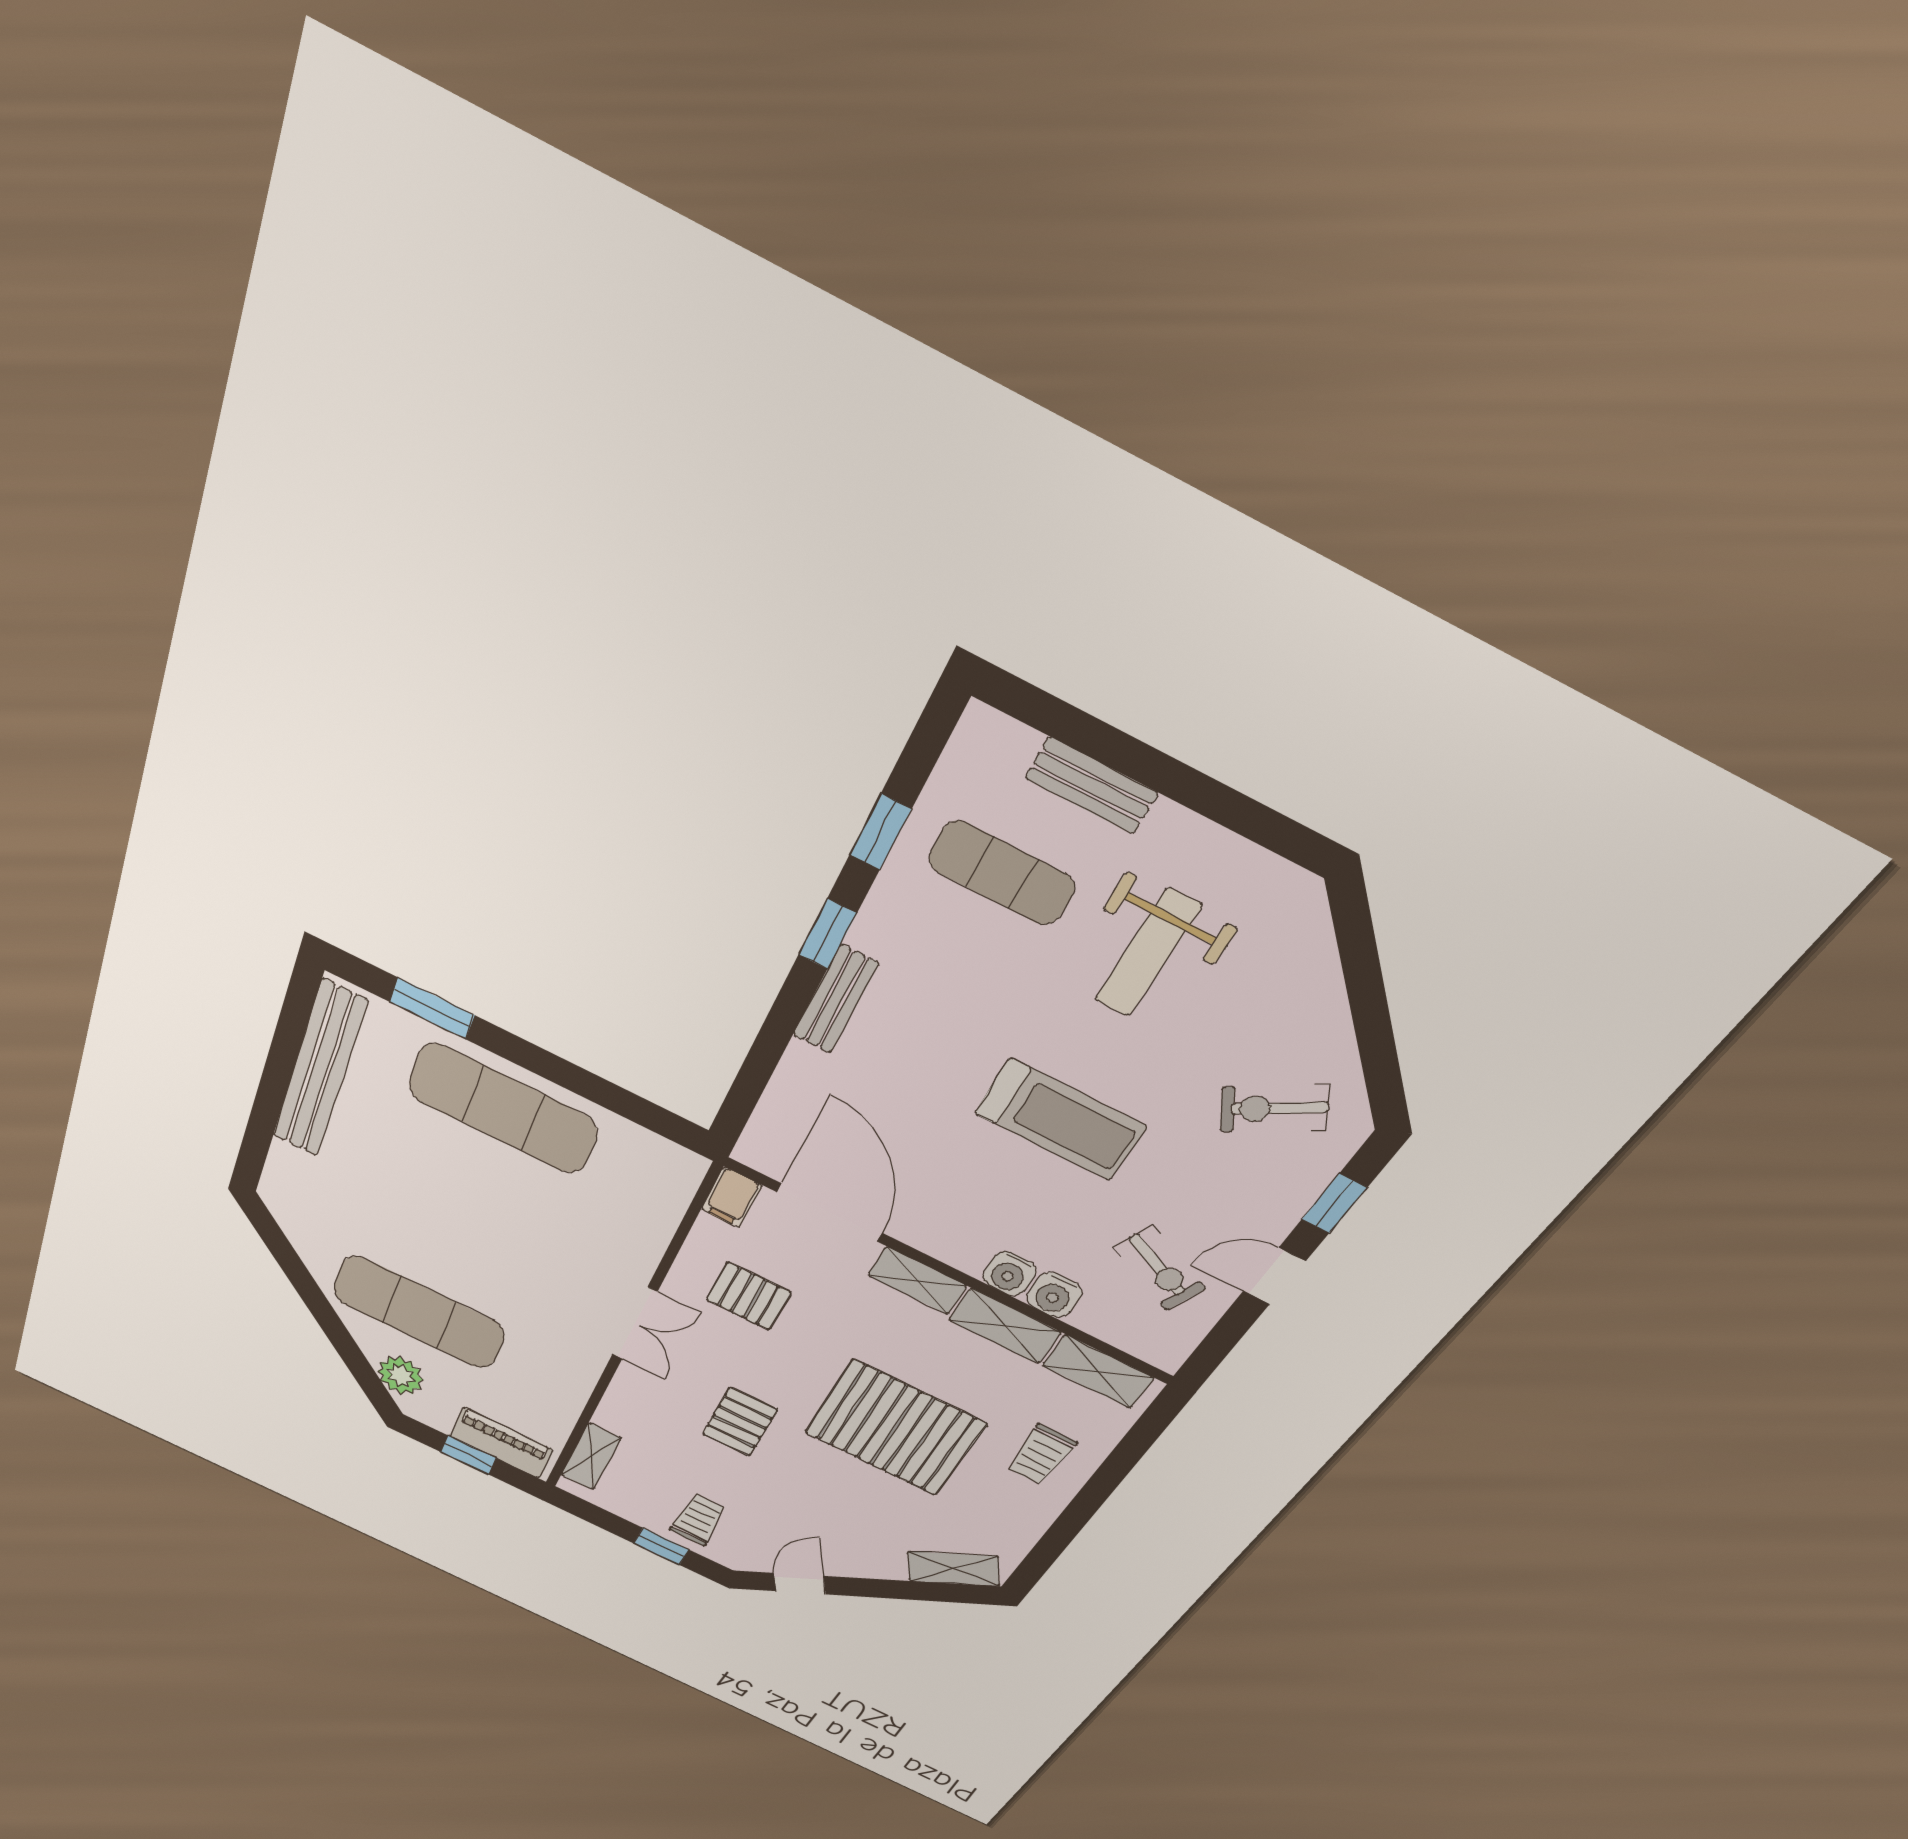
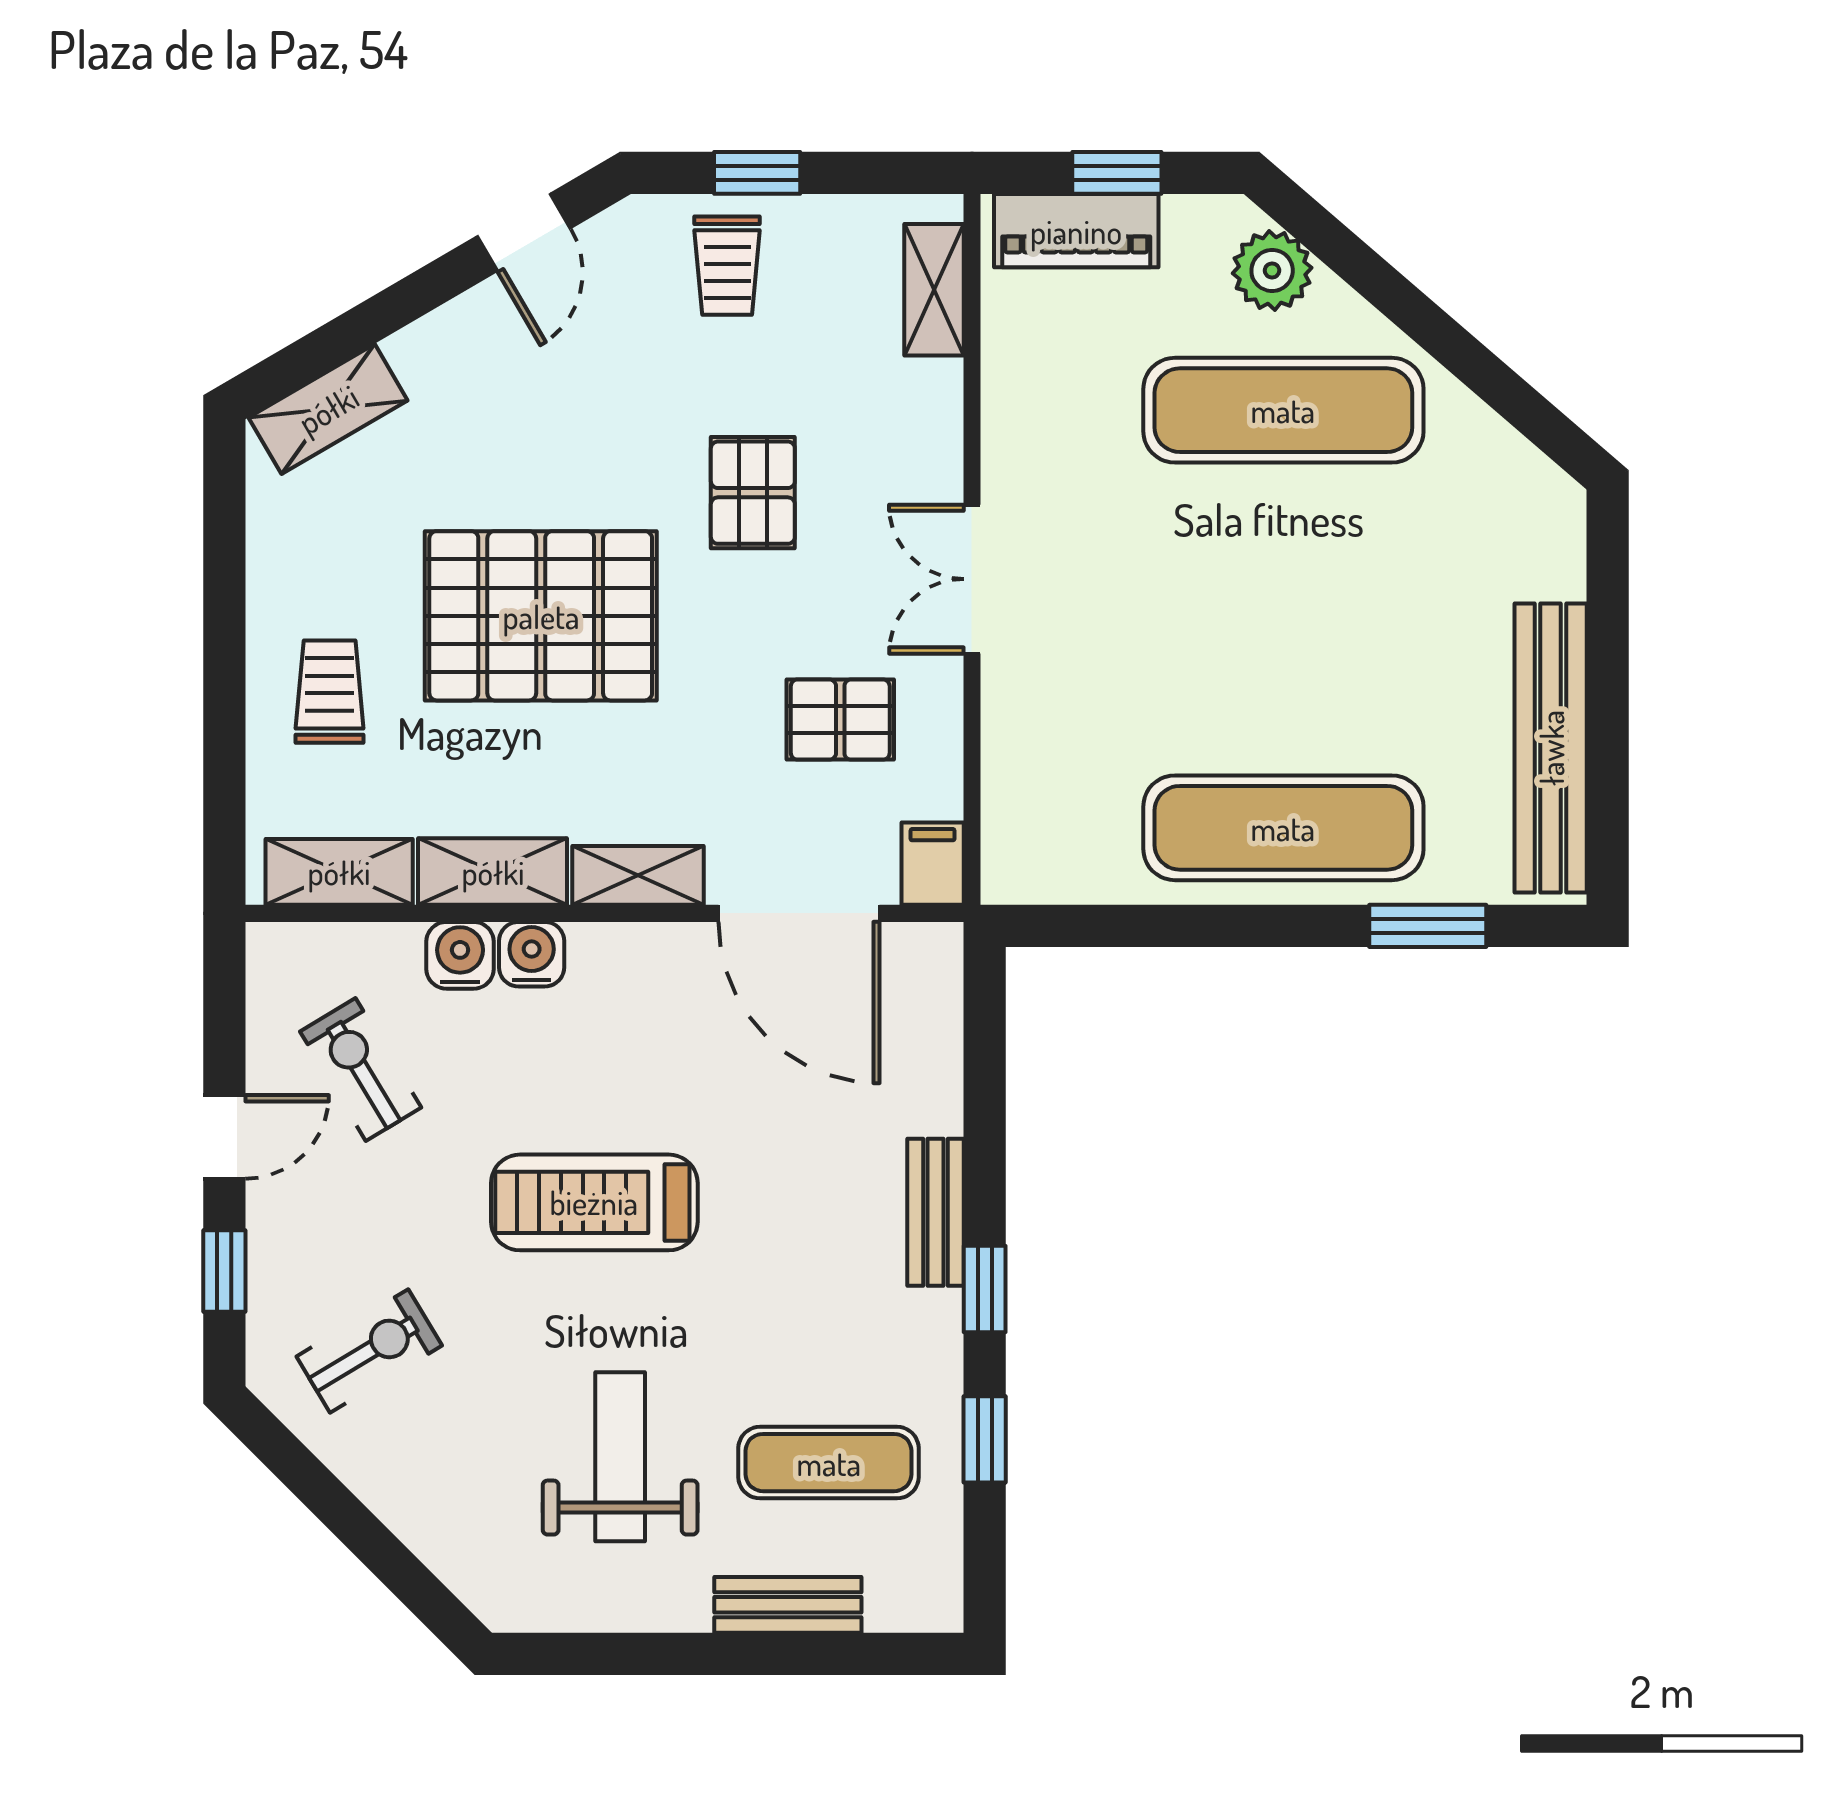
exercise bike: (1160, 1268) -> (361, 1069), turned 35

